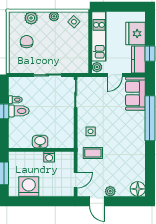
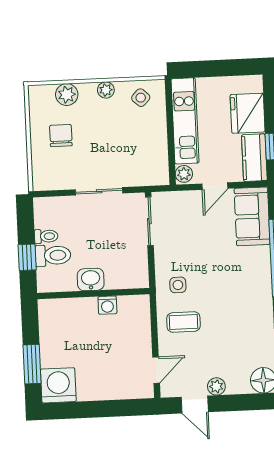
washbasin: (40, 142) -> (91, 279), moved
wall: (41, 150) -> (93, 294), moved
washing machine: (49, 157) -> (107, 305), moved
washing machine: (29, 186) -> (58, 385), moved

